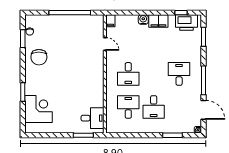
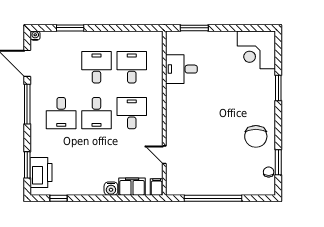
filing cabinet: (158, 21) -> (132, 187), moved
printer: (187, 23) -> (41, 172), moved, turned 90
chair: (39, 57) -> (256, 136), turned 180
desk: (154, 74) -> (96, 113), added
desk: (128, 107) -> (132, 67), turned 180
corner desk: (38, 109) -> (256, 50), moved
desk: (92, 118) -> (181, 69), moved

